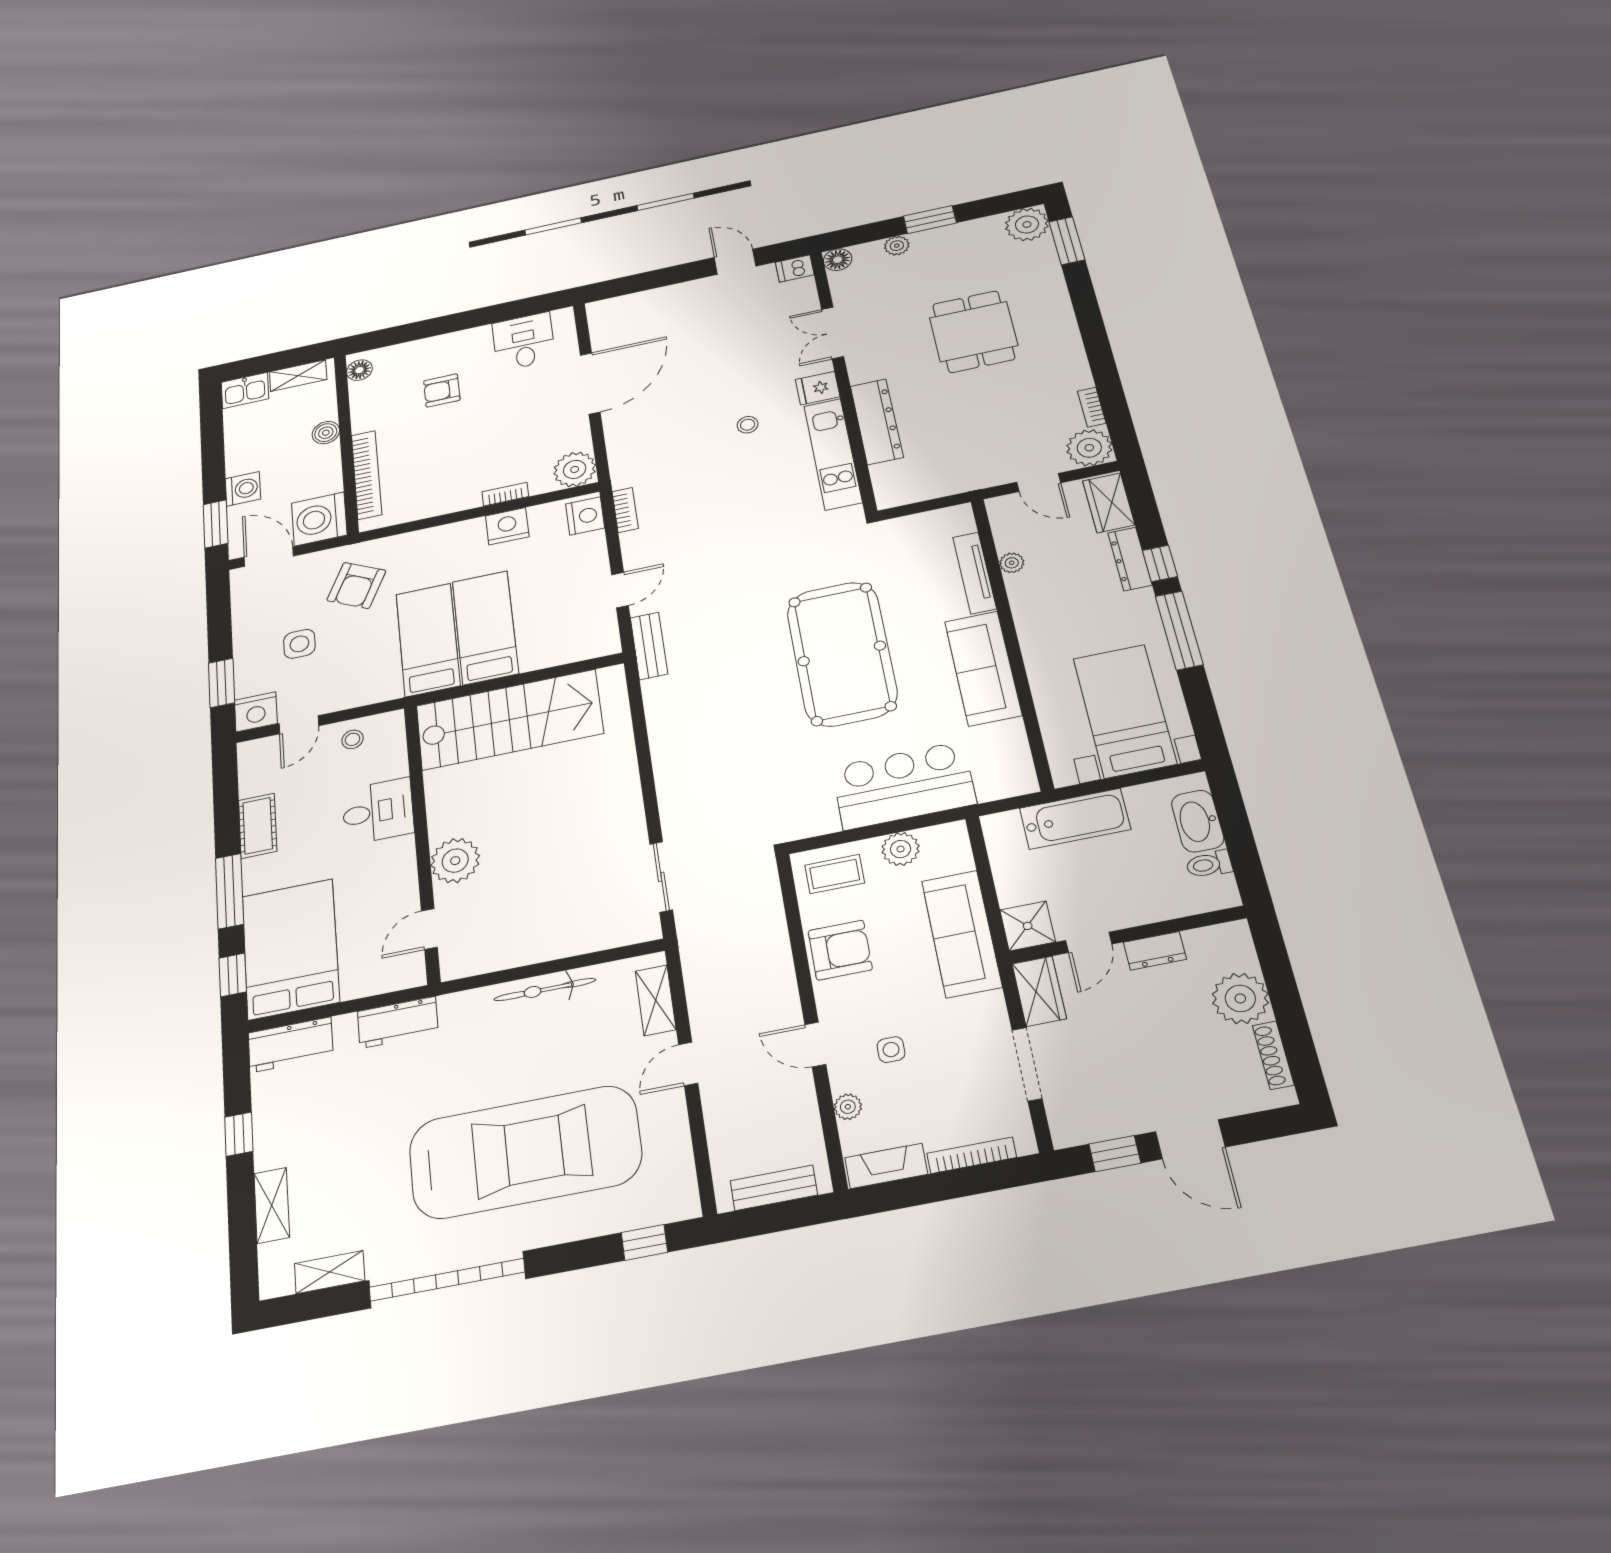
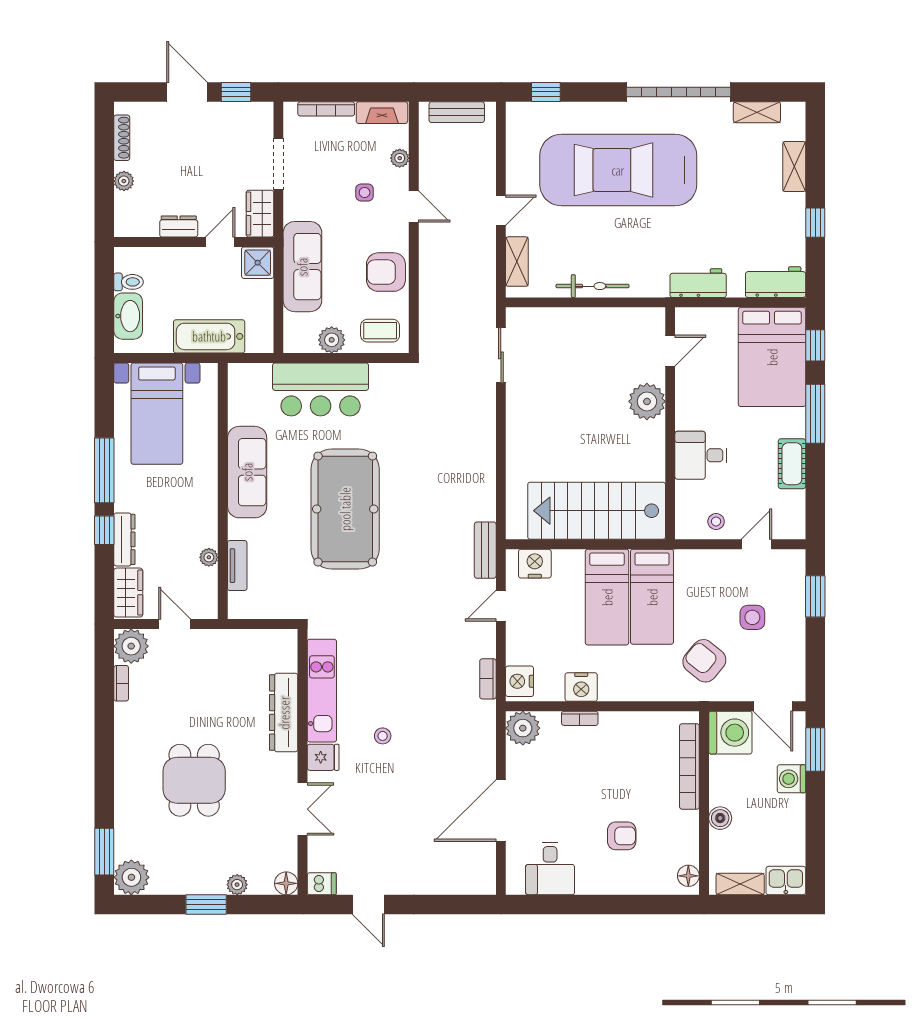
tv unit: (975, 573) -> (237, 566), width x0.71
armchair: (356, 585) -> (704, 661), turned -77
nightstand: (256, 712) -> (535, 564), moved
plant: (1240, 998) -> (124, 181), width x0.53, depth x0.53

